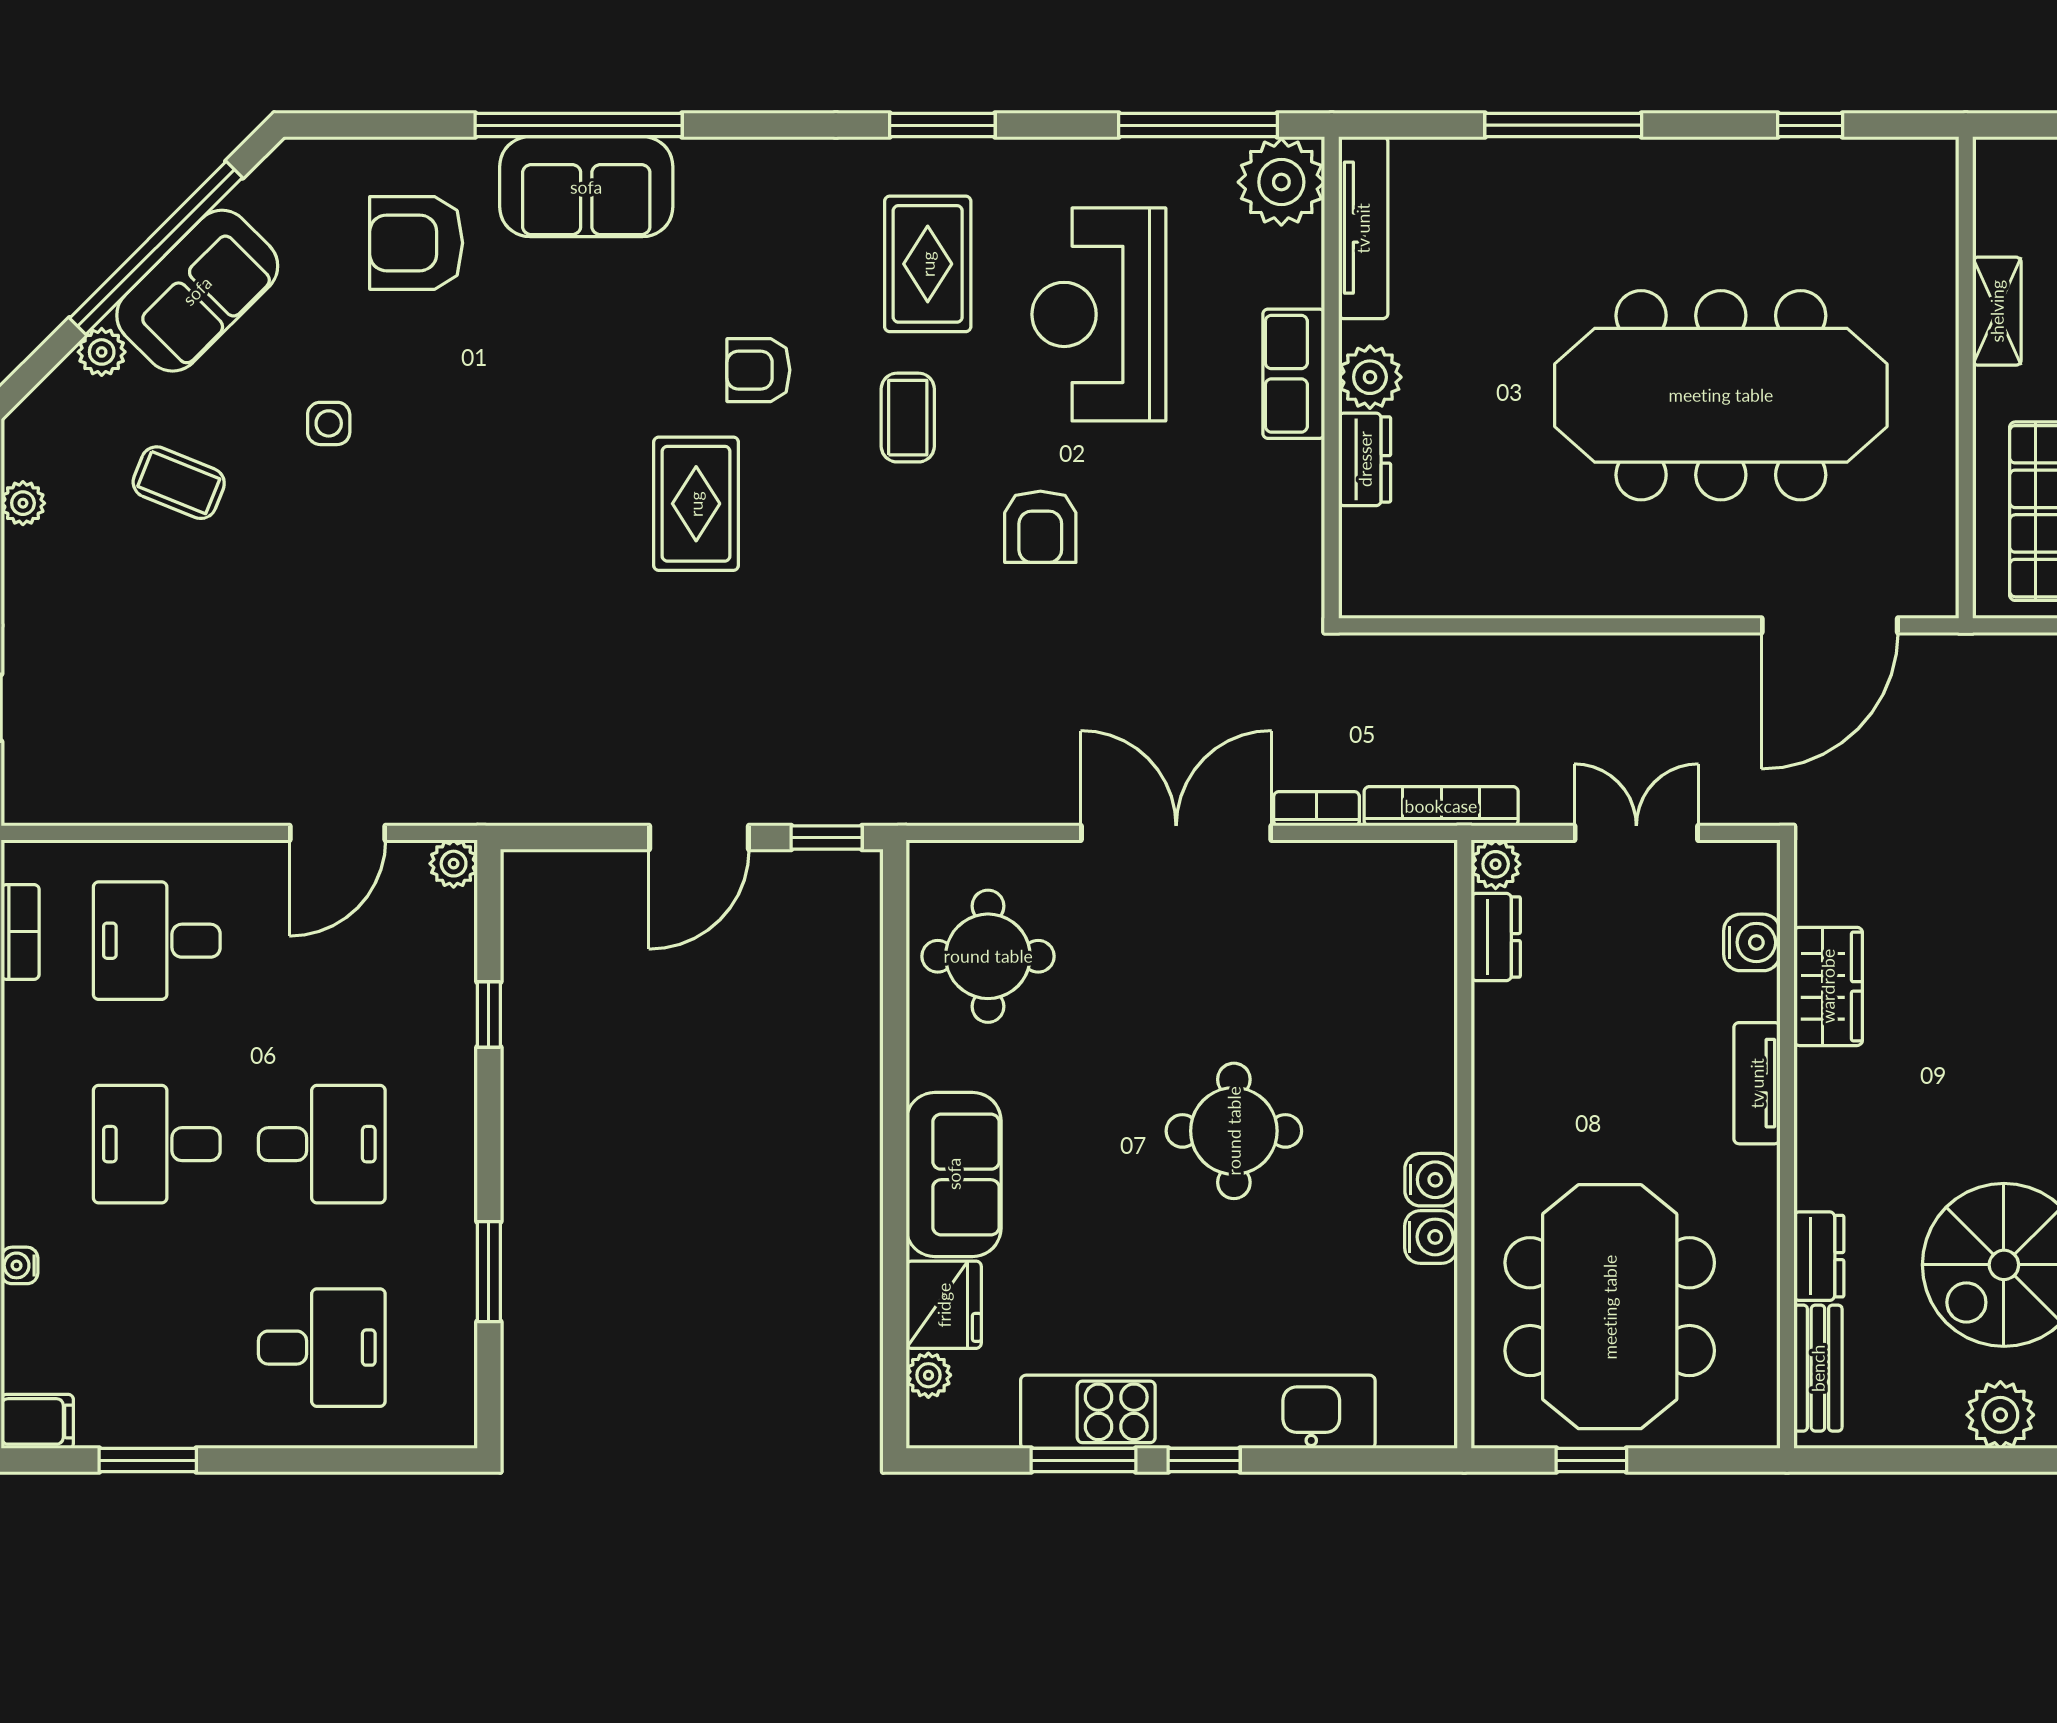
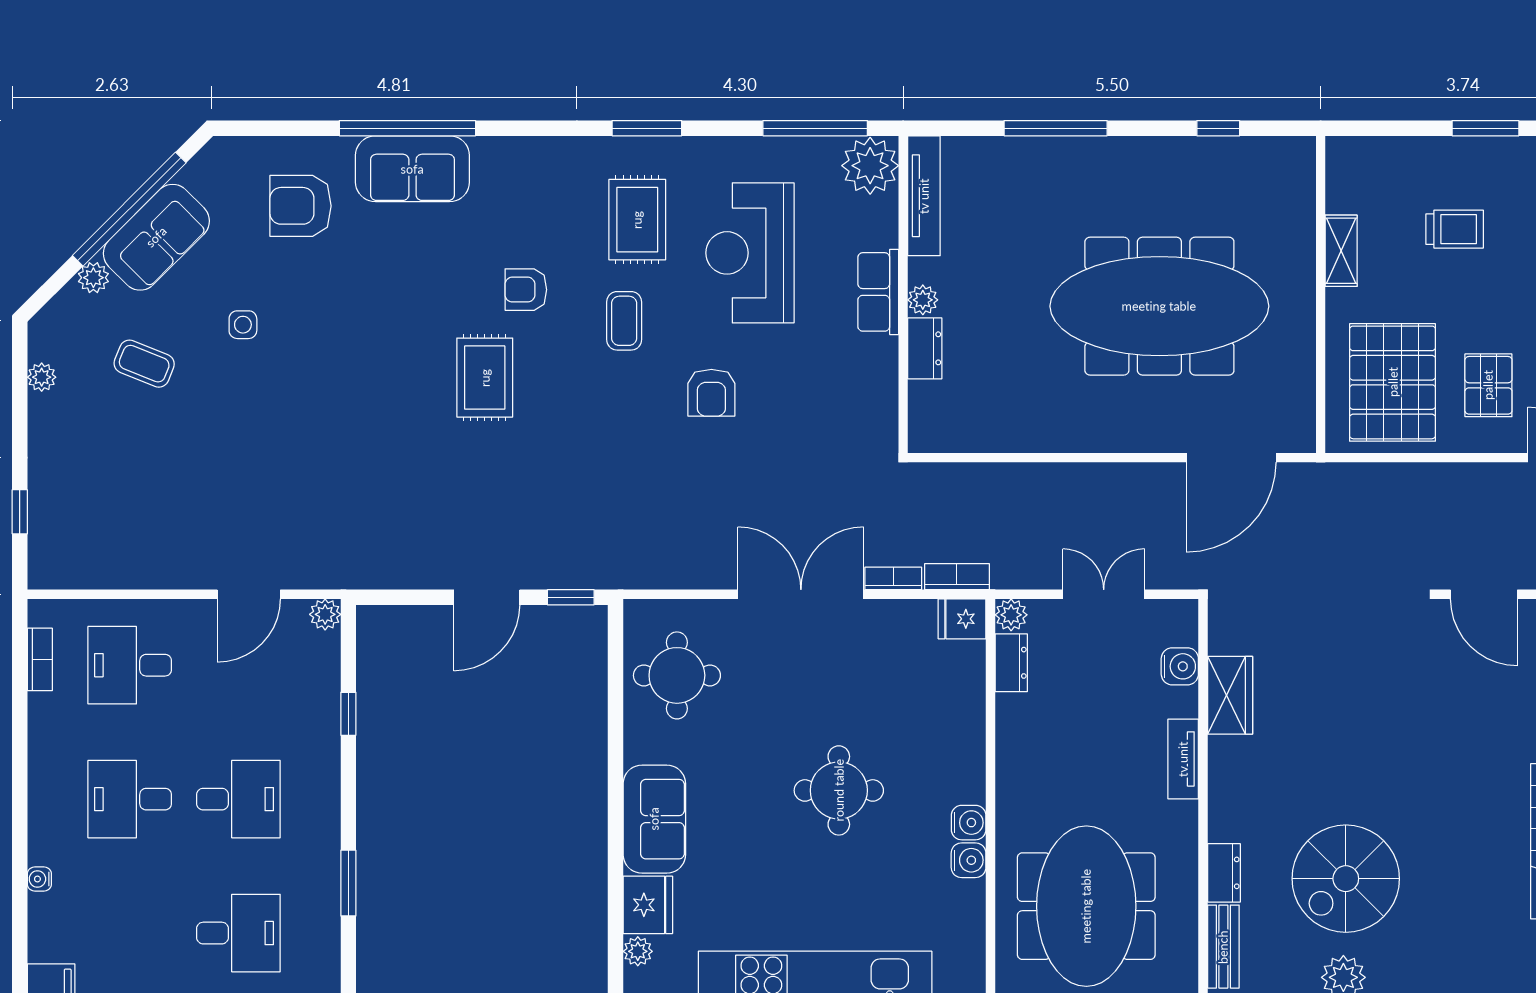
plant: (1370, 377) -> (923, 300), width x0.73, depth x0.73
bookcase: (1441, 806) -> (957, 577), width x0.64
fridge: (1421, 870) -> (962, 619), added

